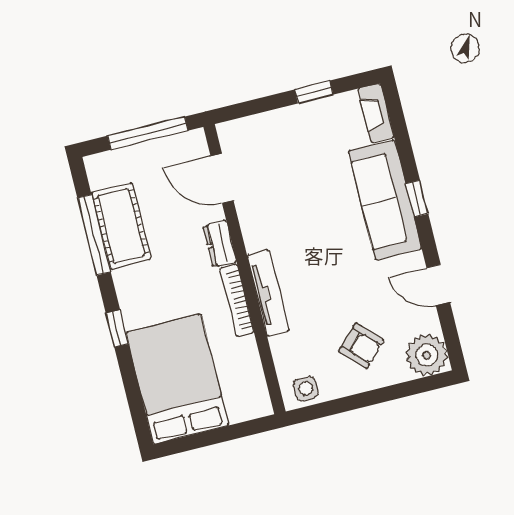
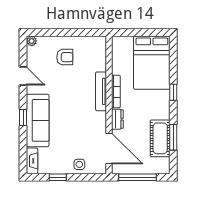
door: (222, 178) -> (109, 149), width x1.36
window: (94, 235) -> (173, 137), width x0.69
armchair: (361, 346) -> (65, 57), turned 135
plant: (427, 355) -> (32, 41), width x0.53, depth x0.53
side table: (306, 388) -> (79, 164), moved

